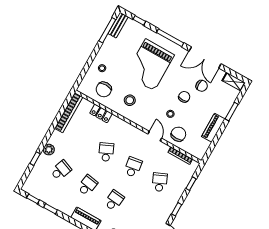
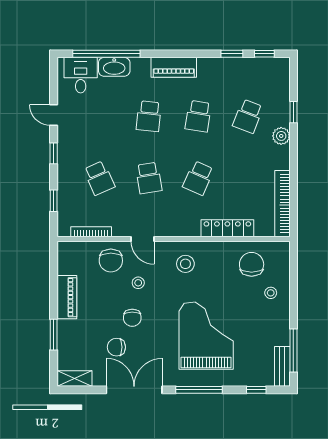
stool: (130, 100) -> (185, 264), moved
locker: (101, 113) -> (227, 228), width x1.53
school desk: (106, 152) -> (198, 178), turned 48

